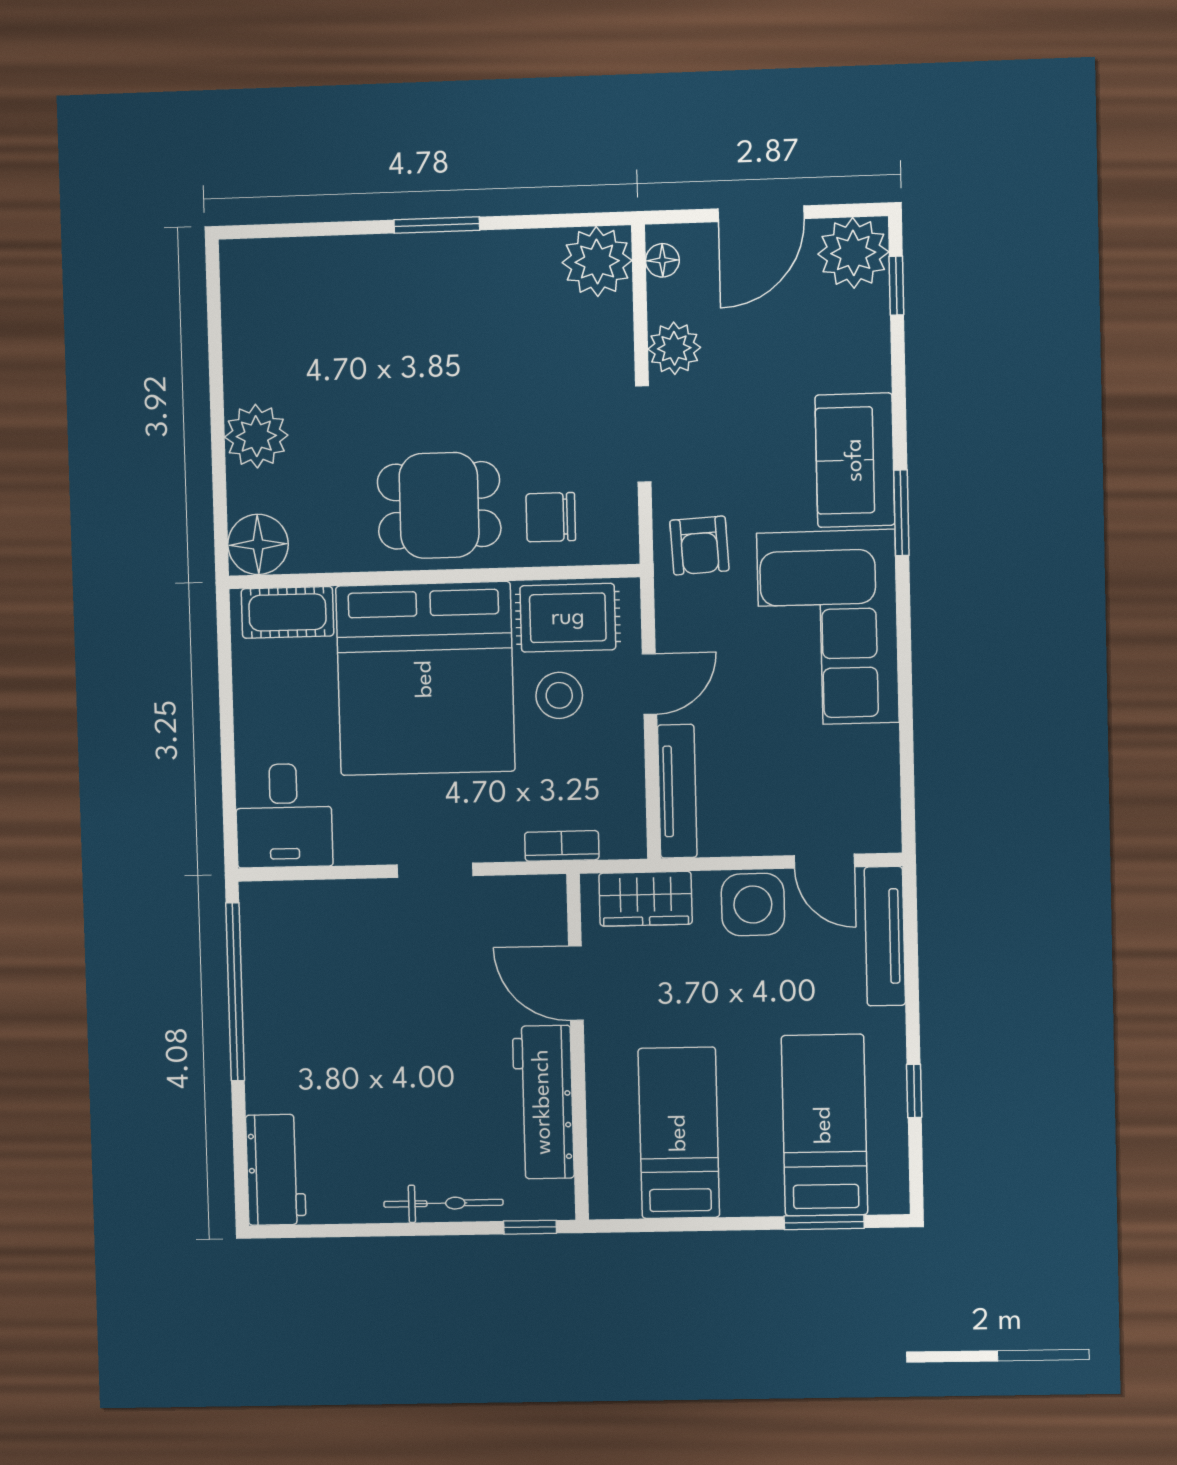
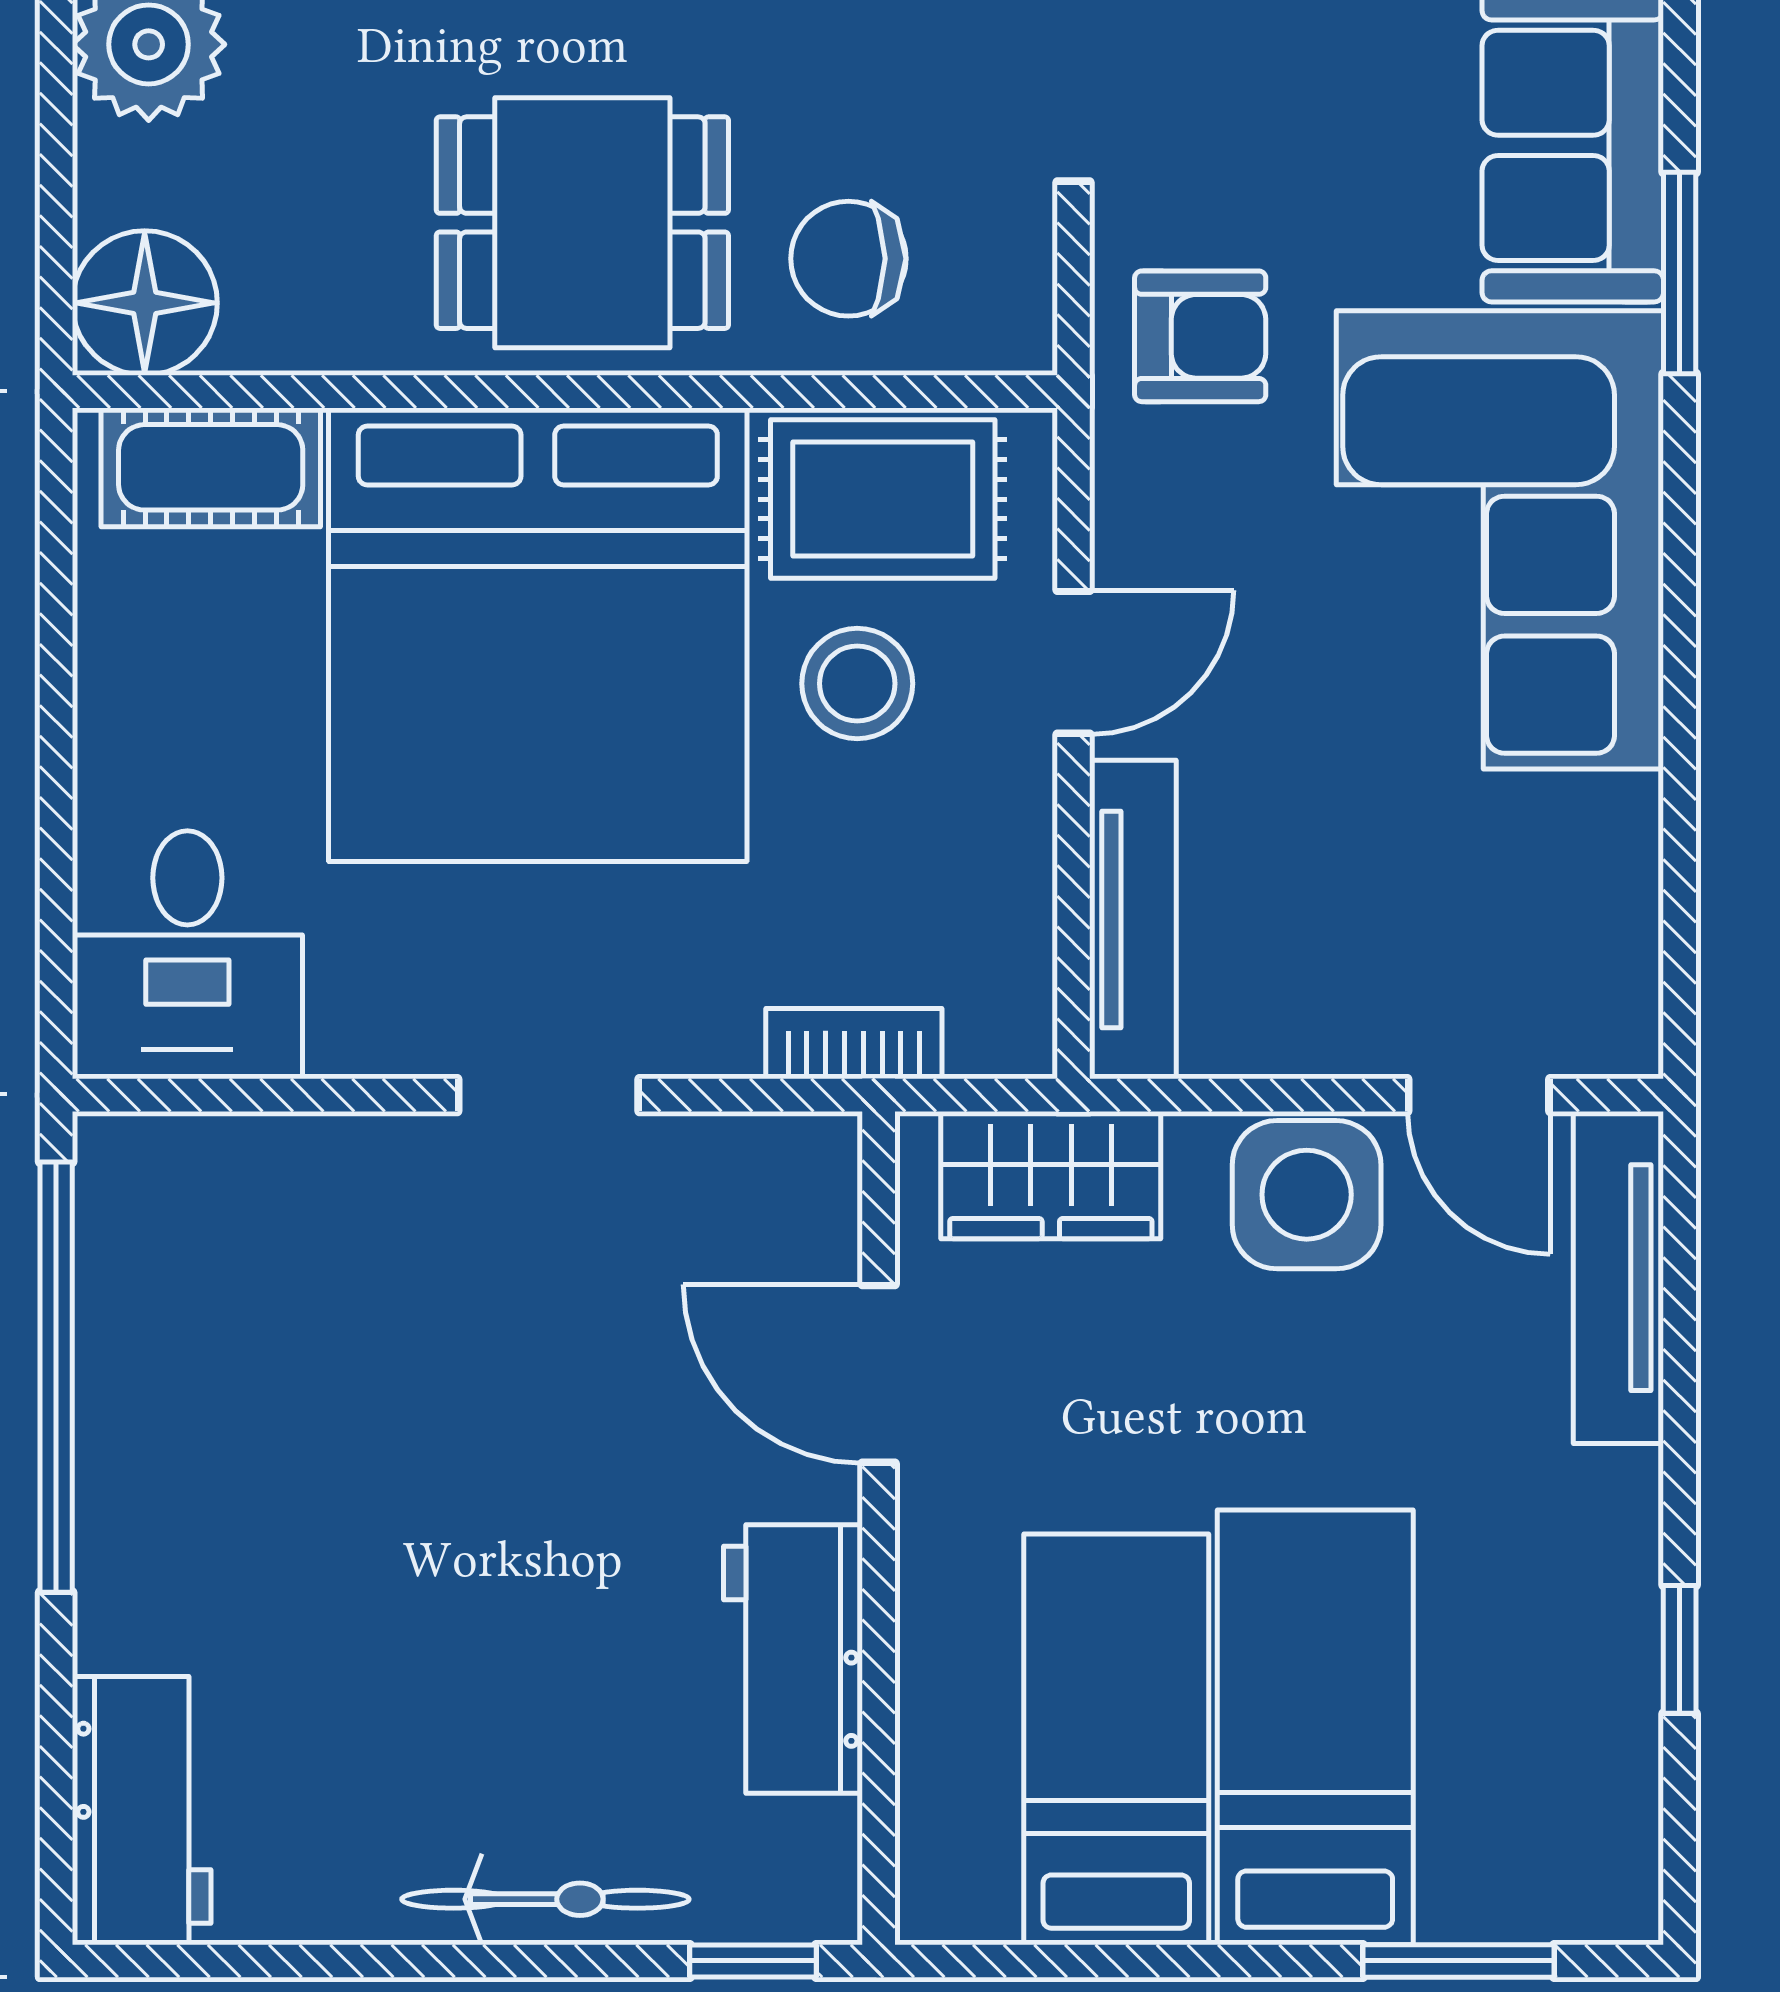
armchair: (699, 546) -> (1200, 336), turned -87
workbench: (543, 1102) -> (793, 1659), width x0.73
bed: (824, 1125) -> (1315, 1727), moved

